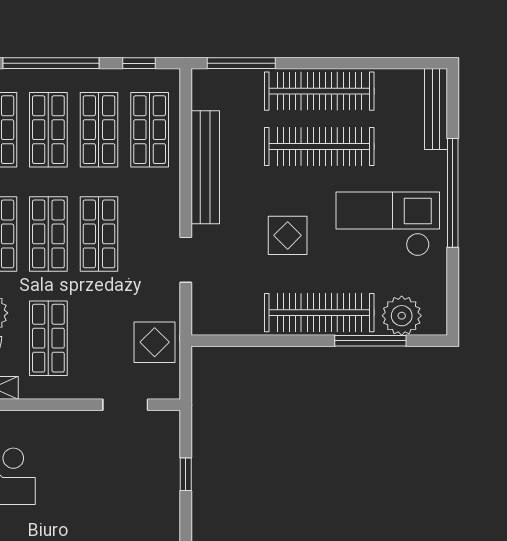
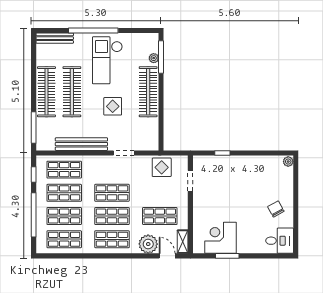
plant: (402, 316) -> (154, 58), width x0.53, depth x0.53
window: (370, 341) -> (161, 57), moved

